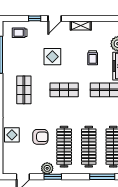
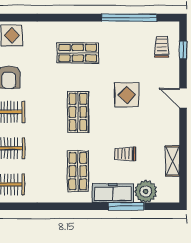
window: (35, 18) -> (183, 50), moved
shelving: (81, 25) -> (172, 161), moved

